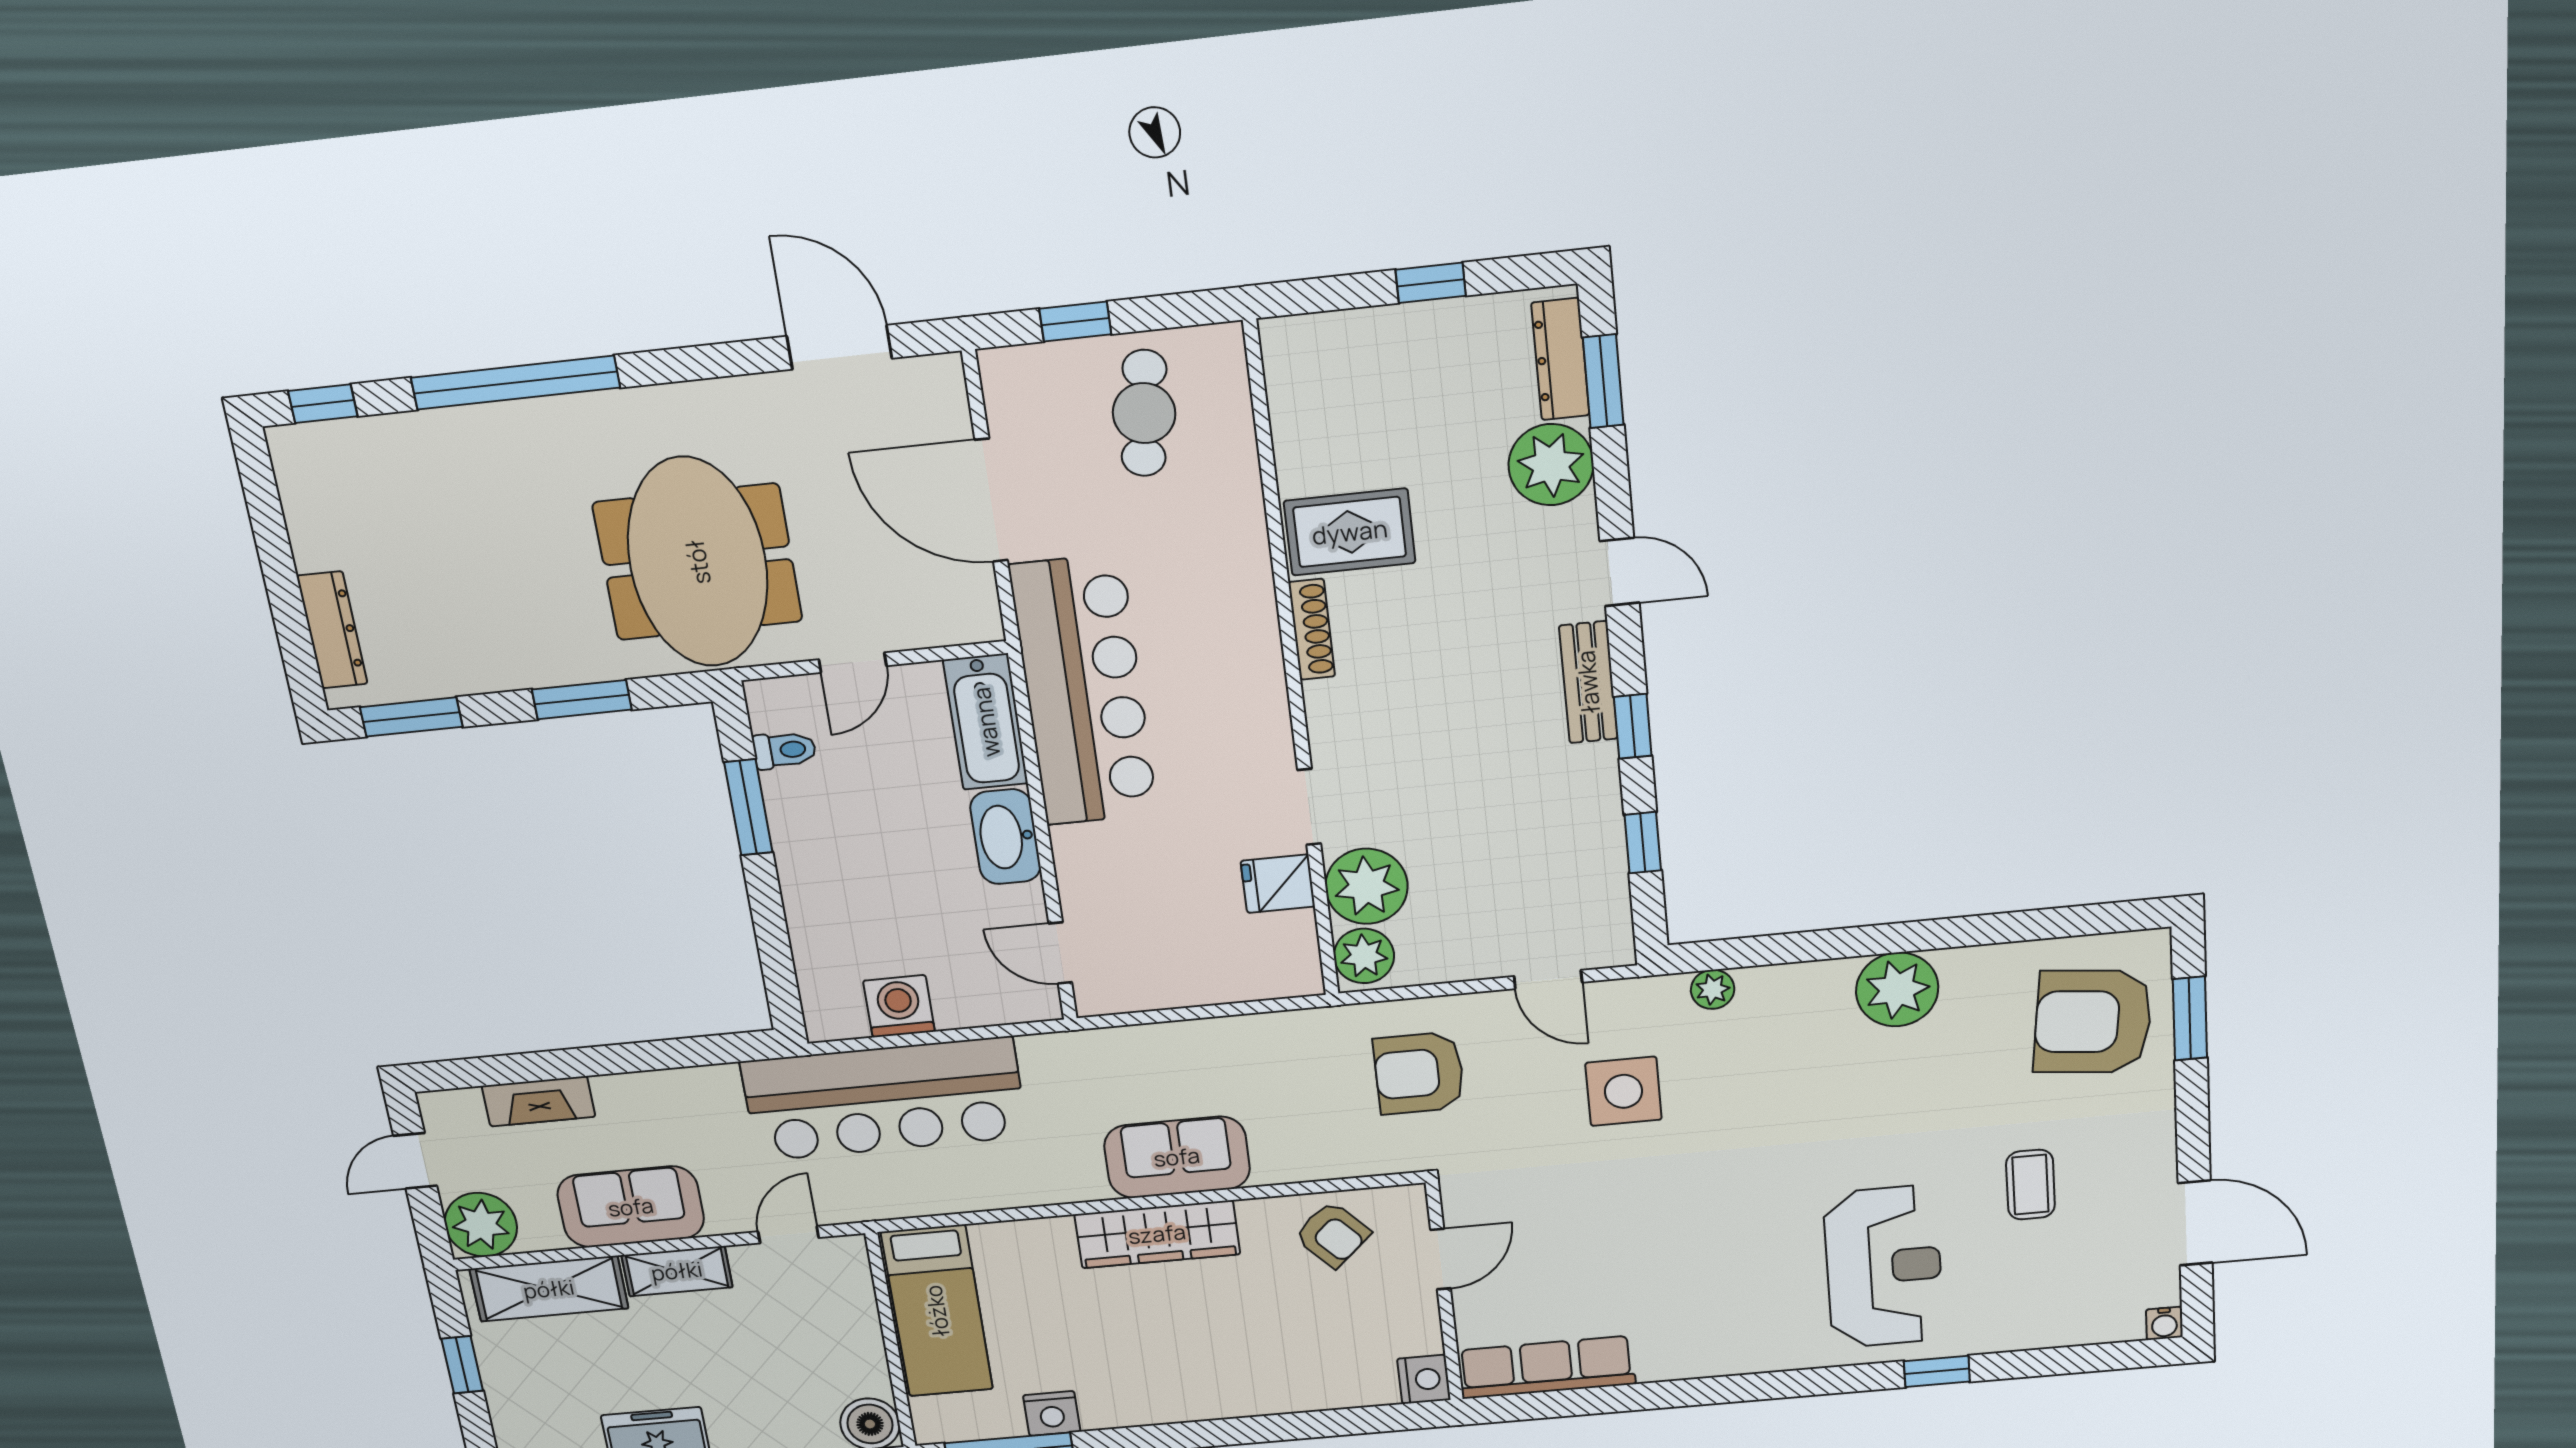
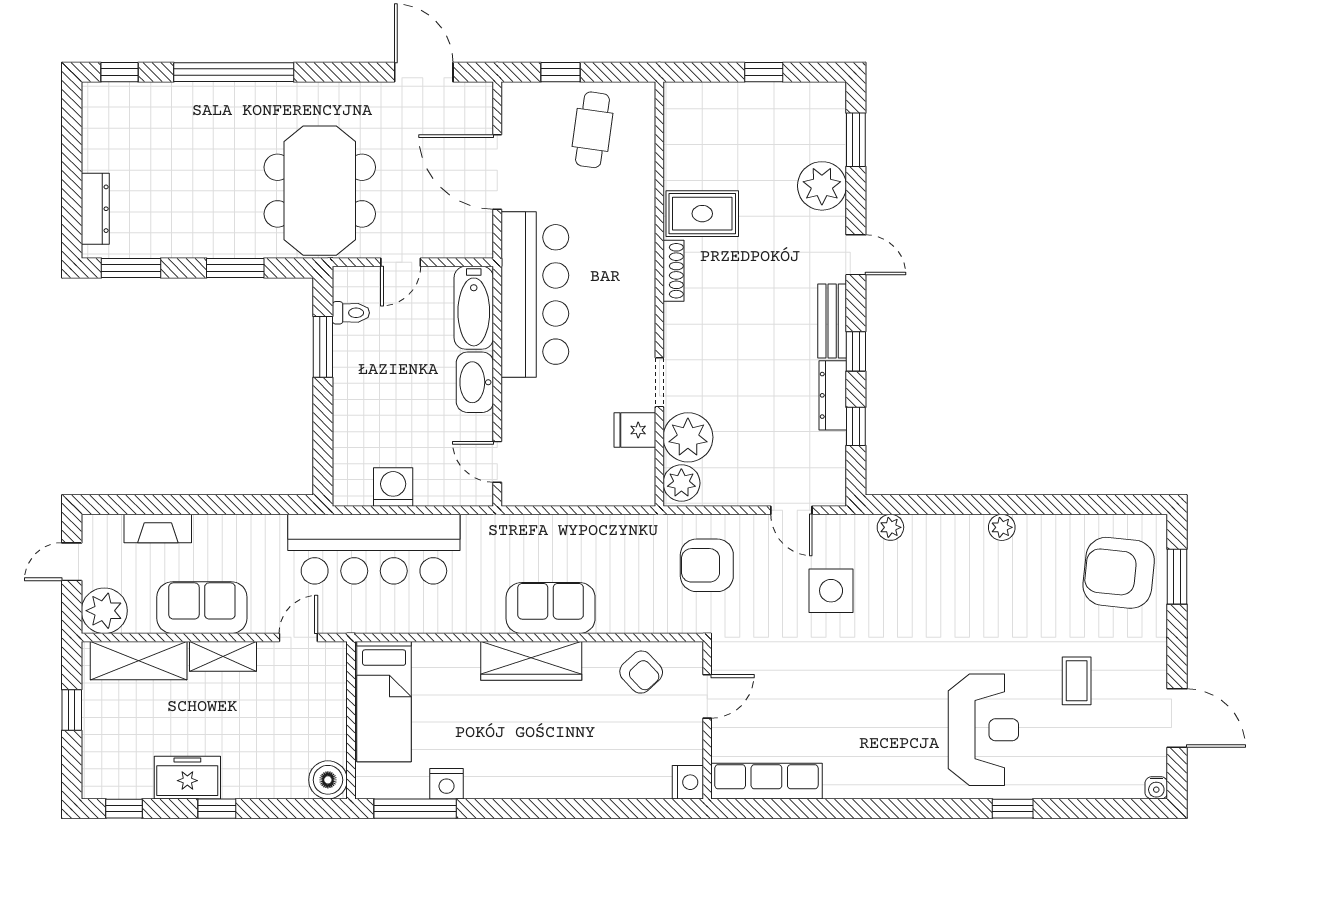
dresser: (1560, 359) -> (833, 395), moved
plant: (1897, 989) -> (1002, 527), width x0.53, depth x0.53

